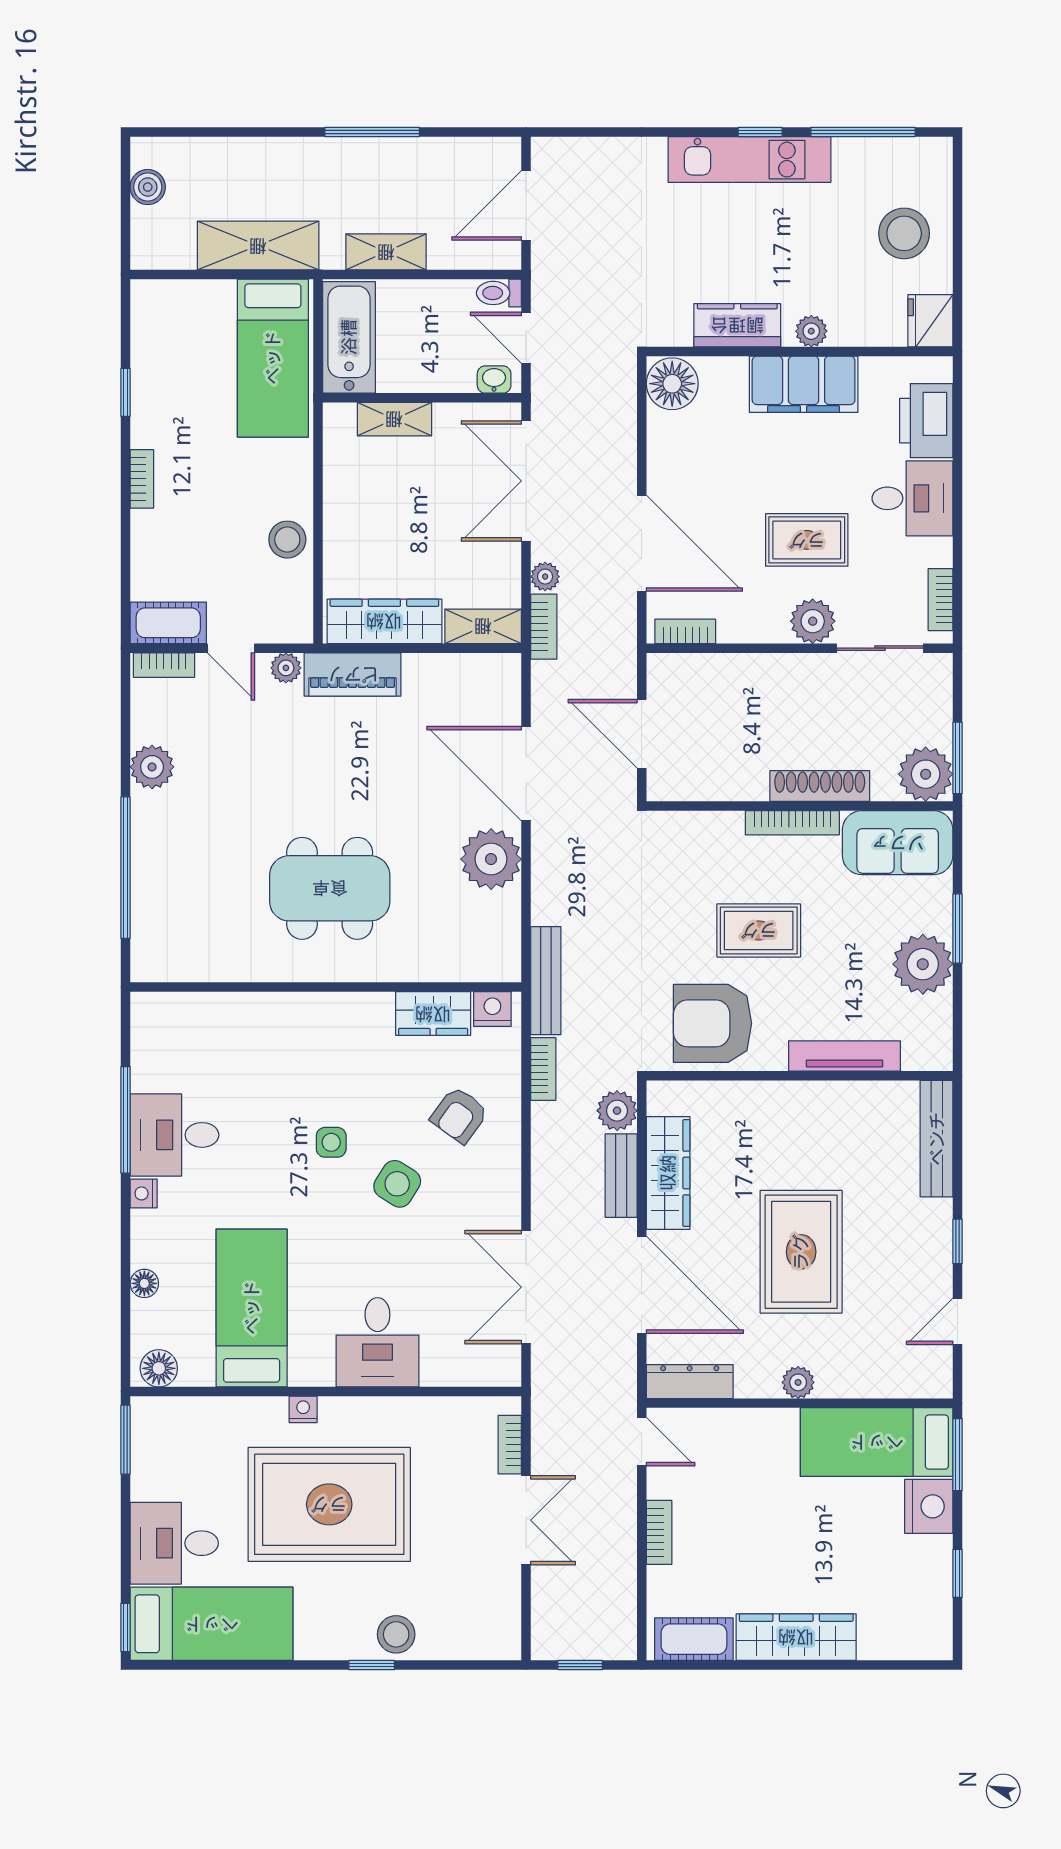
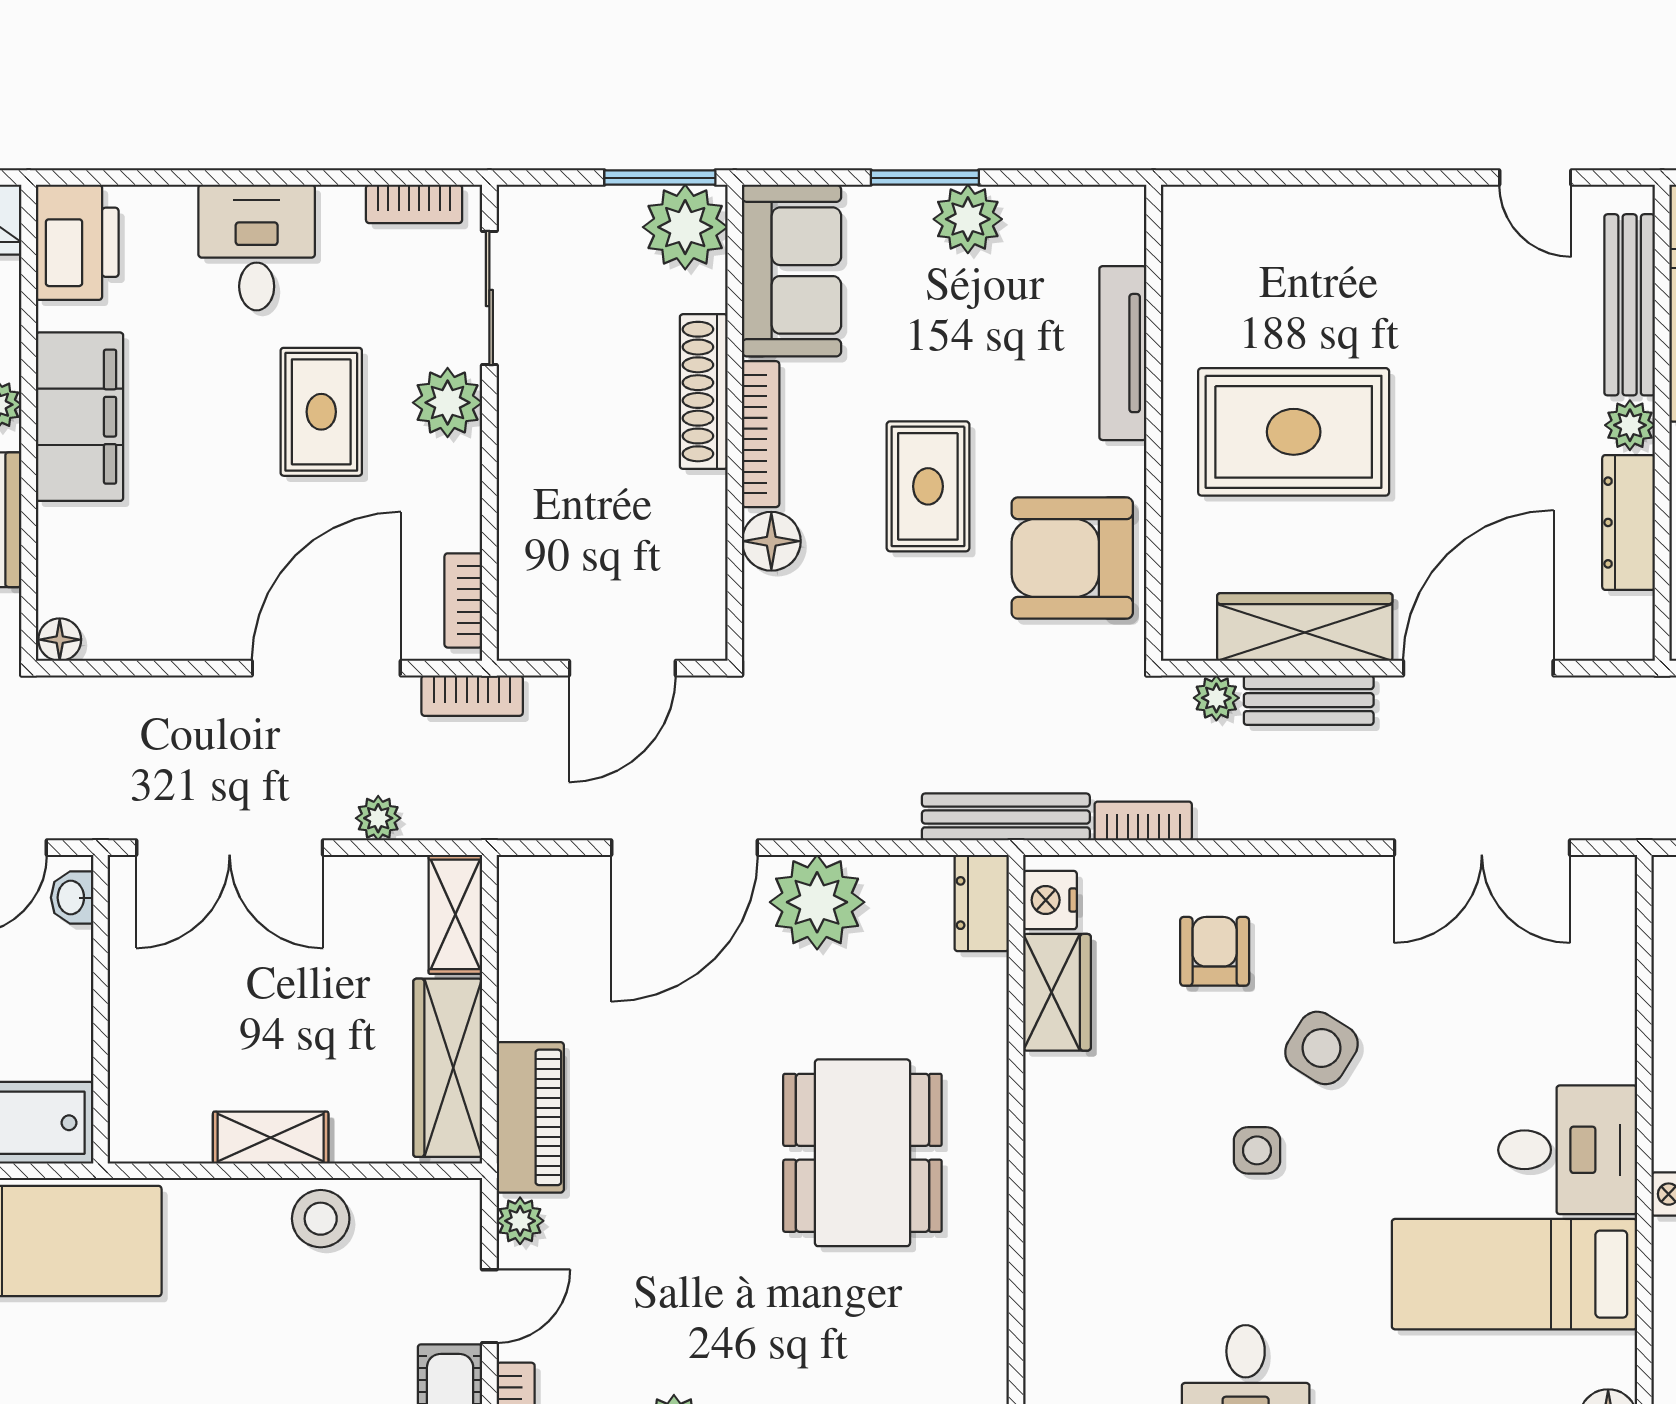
floor lamp: (672, 384) -> (60, 640), width x0.53, depth x0.53
shelving: (394, 419) -> (271, 1138), moved, turned 90
printer: (926, 421) -> (77, 242), moved, turned -90
bookcase: (544, 627) -> (472, 696), moved, turned 180
floor lamp: (723, 830) -> (771, 541), added
plant: (923, 964) -> (968, 219), width x0.73, depth x0.73
dresser: (490, 965) -> (982, 903), added
armchair: (713, 1023) -> (1072, 558), turned 90
plant: (617, 1111) -> (1216, 698), width x0.73, depth x0.73
armchair: (459, 1115) -> (1215, 951), turned -126
bench: (937, 1139) -> (1630, 305), moved, turned 90
window: (958, 1241) -> (1411, 178), removed
rug: (801, 1252) -> (1294, 432), moved
desk: (377, 1342) -> (1568, 1150), moved
dresser: (690, 1382) -> (1629, 522), moved

